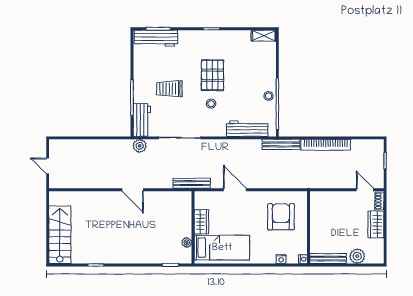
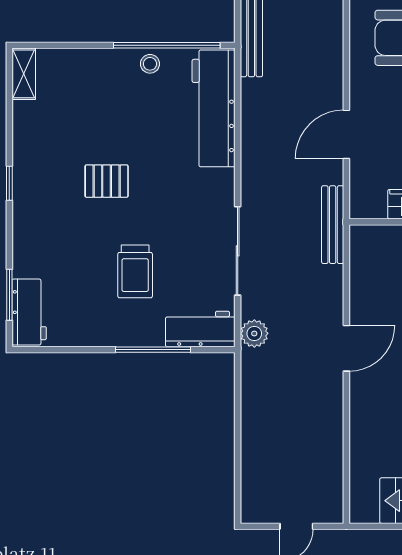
workbench: (156, 38) -> (29, 312), width x0.73
pallet: (212, 75) -> (107, 181), width x0.67, depth x0.71
stool: (211, 104) -> (166, 184), removed
workbench: (247, 129) -> (214, 108), width x1.36, depth x1.32

